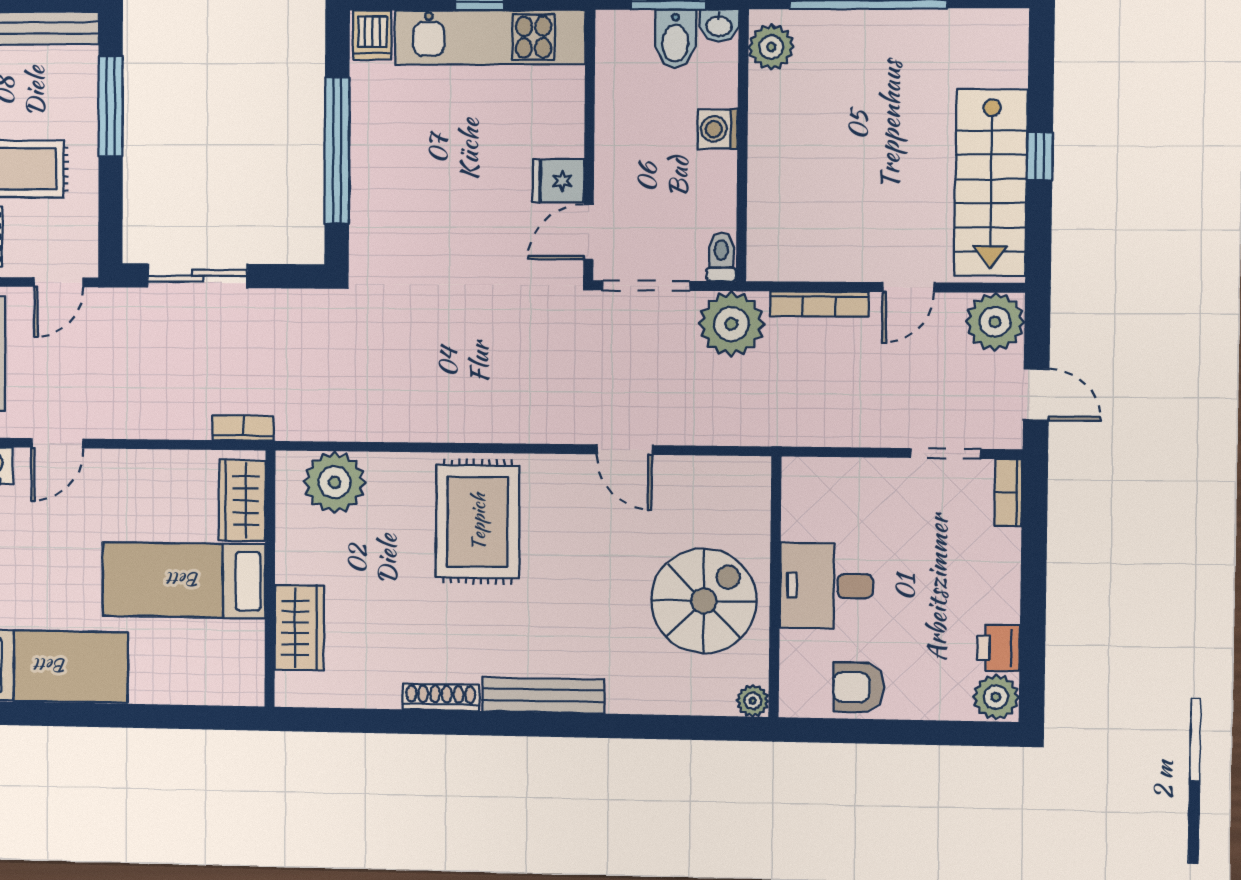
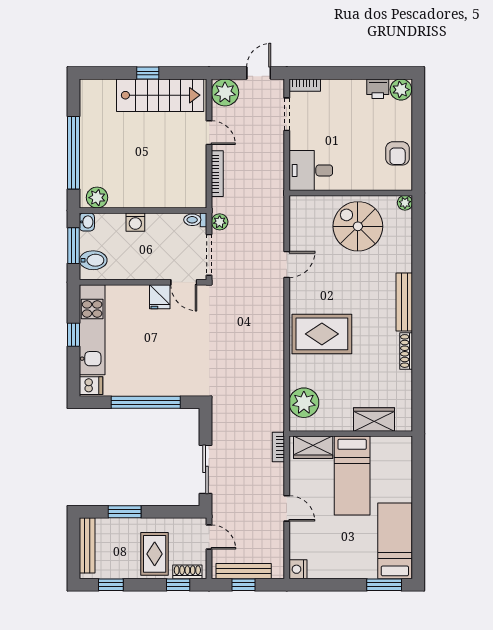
bidet: (675, 39) -> (93, 260), moved
window: (111, 106) -> (125, 512), width x0.69
plant: (731, 324) -> (220, 222), width x0.53, depth x0.53
door: (57, 443) -> (287, 508), moved
desk: (826, 586) -> (311, 170), moved, turned 90

